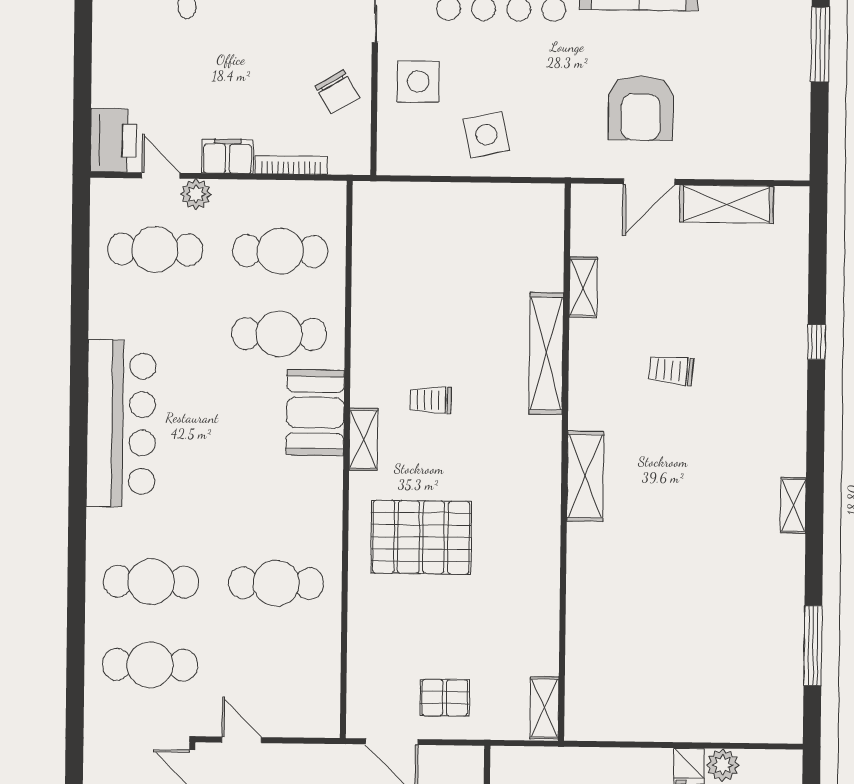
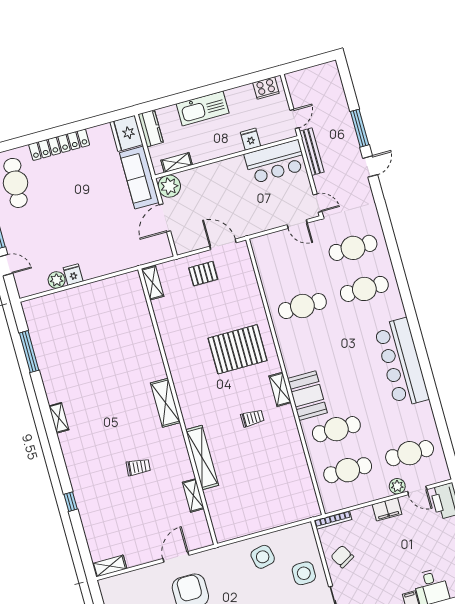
bookcase: (291, 165) -> (333, 520), moved
shelving: (726, 204) -> (110, 566), moved, width x0.67, depth x0.75

